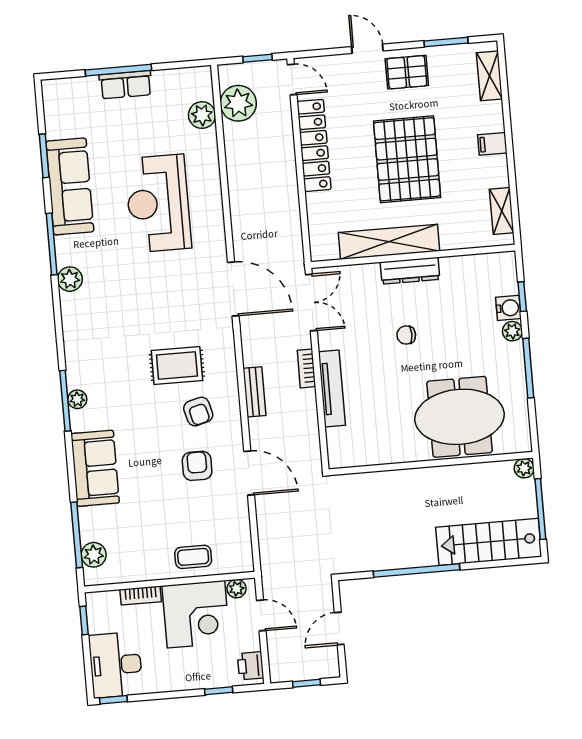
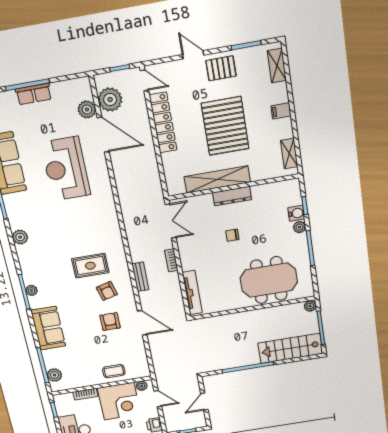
plant: (70, 279) -> (20, 237), moved
door: (233, 289) -> (103, 135), moved
tv unit: (332, 389) -> (192, 293), moved

